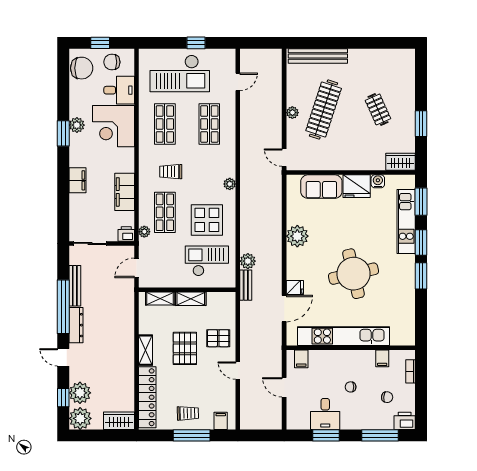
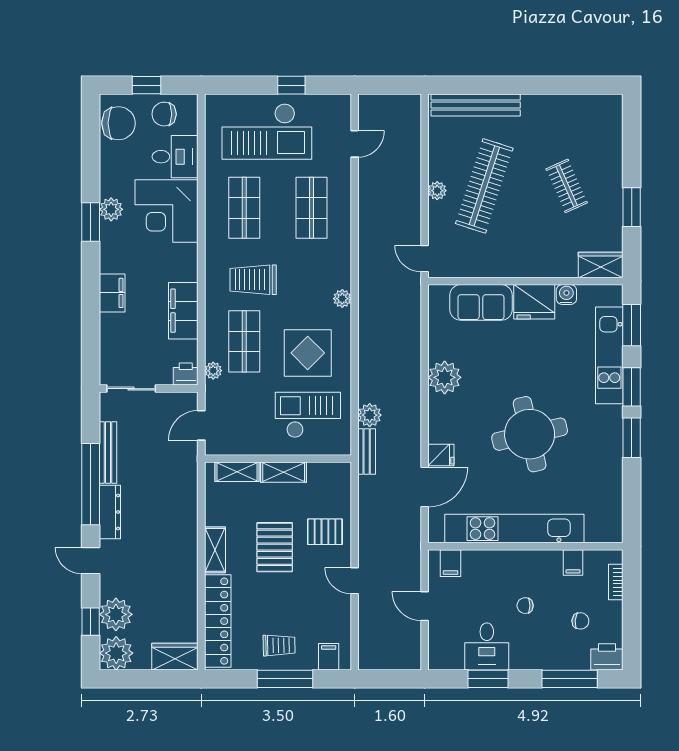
trolley: (171, 172) -> (253, 280), width x1.36, depth x1.39

